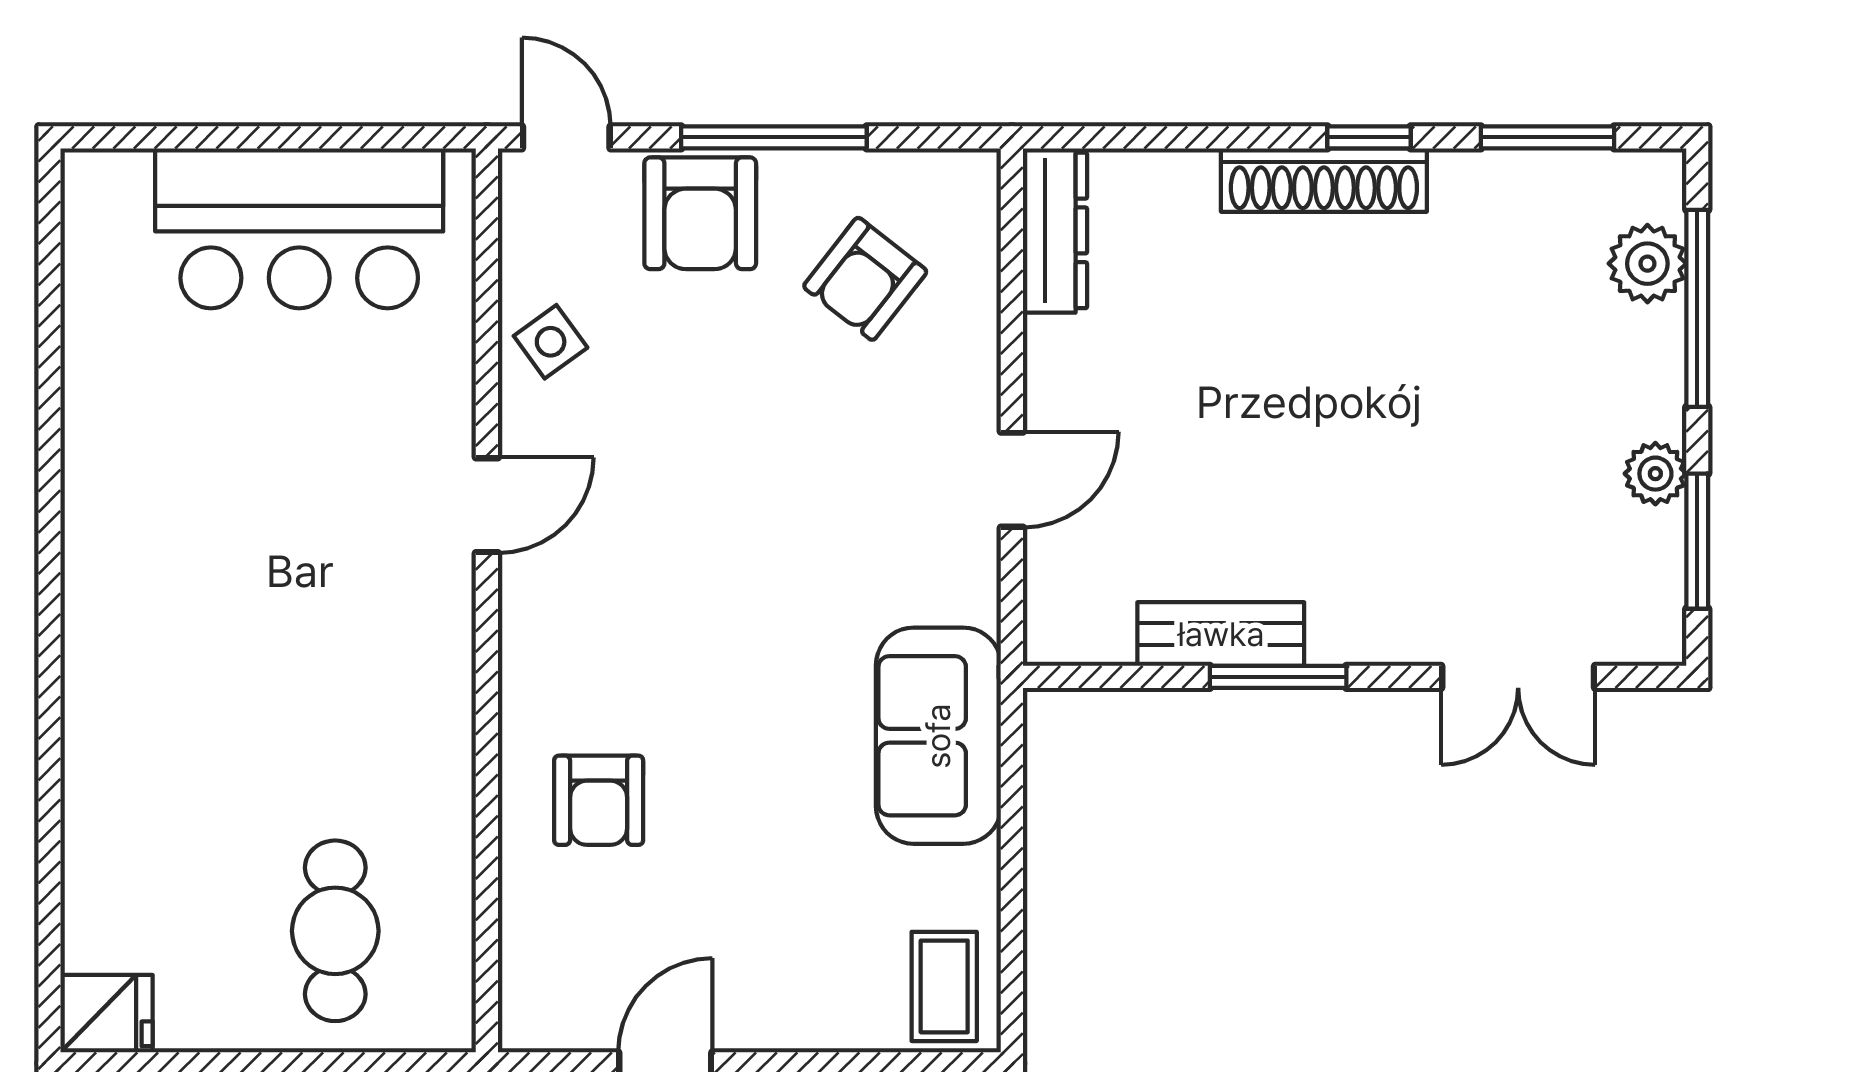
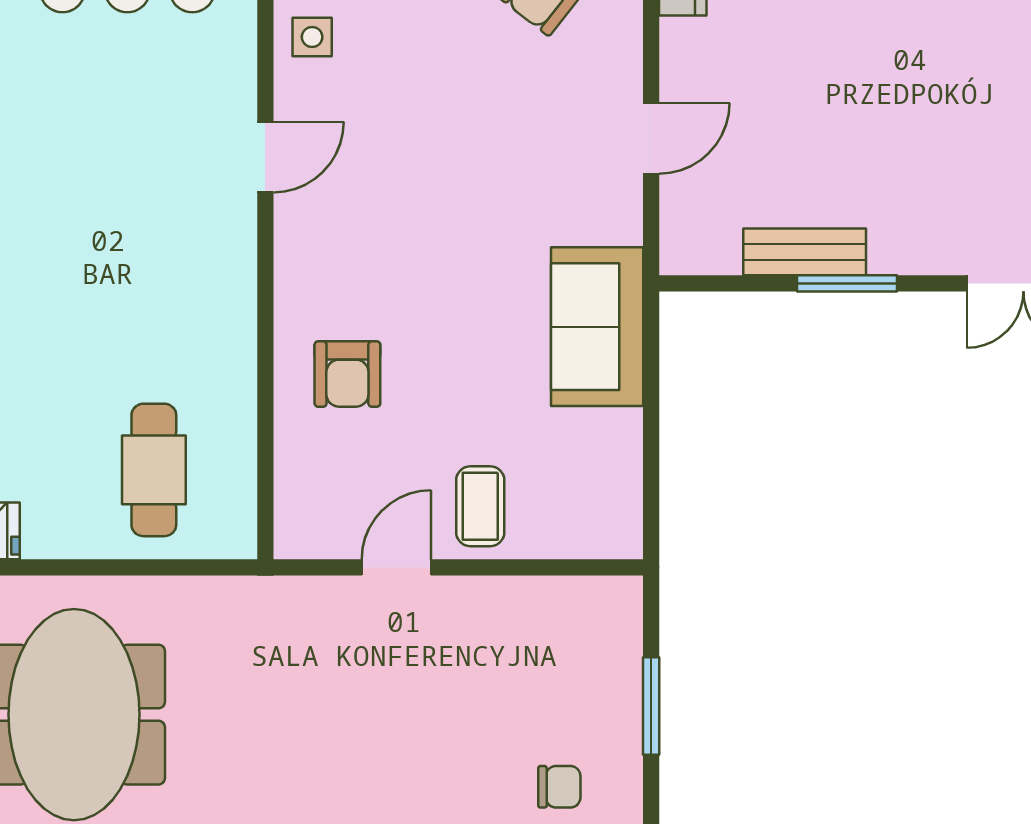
side table: (551, 342) -> (312, 37), turned 36
coffee table: (944, 986) -> (480, 506), moved

